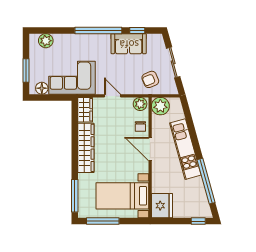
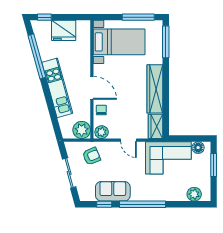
fridge: (162, 206) -> (64, 30), moved, turned -90

